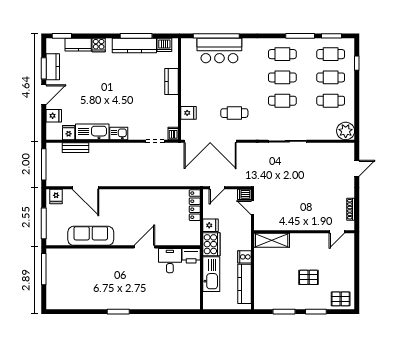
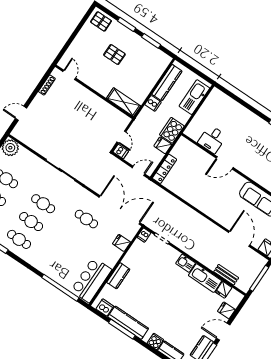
bar counter: (219, 51) -> (91, 280), moved, turned -90
door: (337, 232) -> (69, 75), hinge flipped
printer: (191, 256) -> (193, 132), removed
kitchen sink: (211, 274) -> (194, 97), moved

